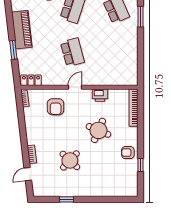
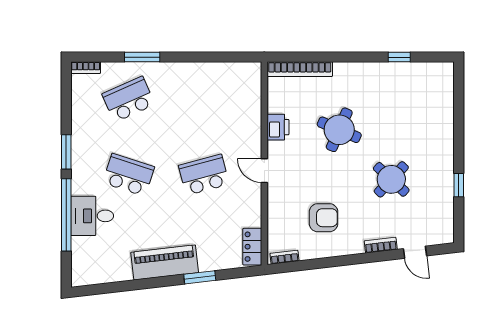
armchair: (56, 107) -> (324, 218), moved
armchair: (128, 153) -> (378, 79), removed

